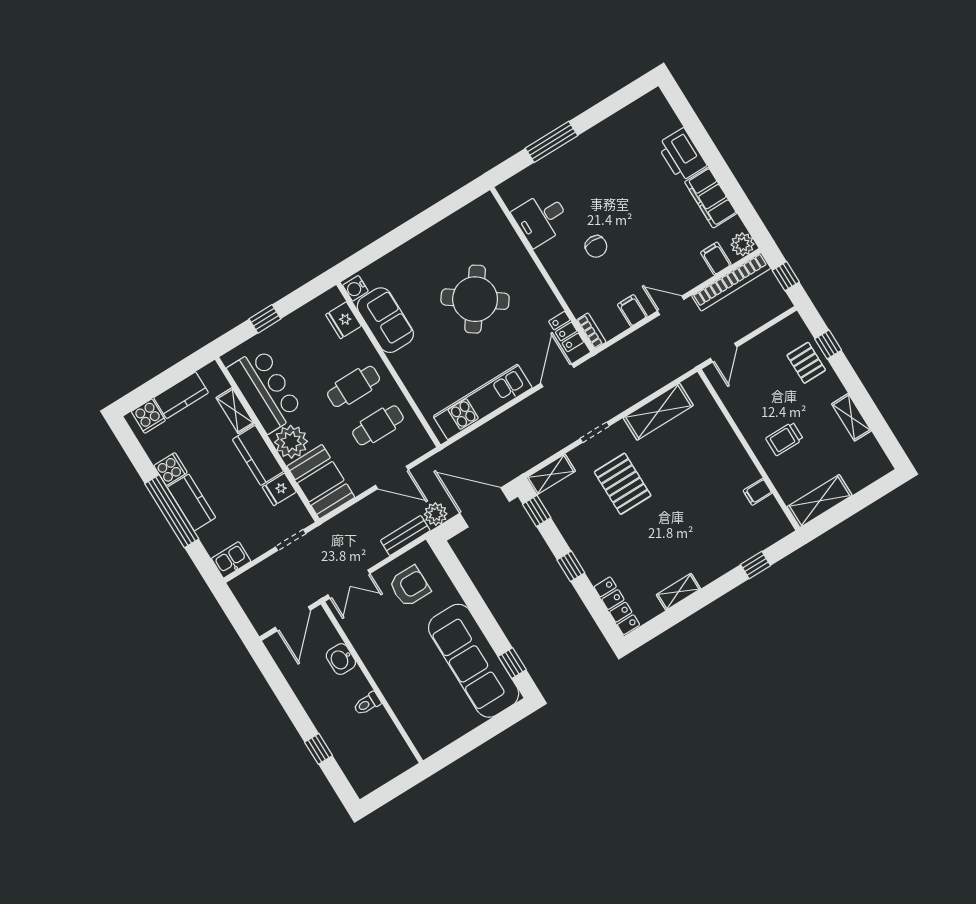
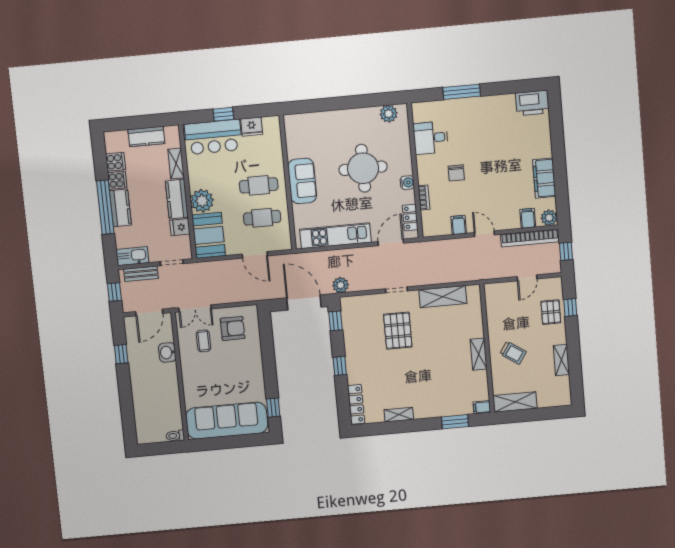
printer: (682, 155) -> (532, 103), moved, turned -90
plant: (473, 215) -> (389, 114), added
water cooler: (355, 288) -> (407, 183), moved, turned 180
round table: (475, 299) -> (363, 168), turned -36
fridge: (343, 320) -> (252, 127), moved, turned -90
sofa: (385, 320) -> (302, 181), moved
bookcase: (591, 331) -> (424, 198), moved
door: (724, 353) -> (527, 278), moved
bar counter: (265, 390) -> (213, 137), moved, turned 90
cooker: (148, 416) -> (115, 162), moved, turned -90
trolley: (784, 439) -> (513, 353), turned -146
shelving: (551, 474) -> (479, 354), moved, turned 90
filing cabinet: (758, 492) -> (482, 407), moved
plant: (436, 514) -> (341, 285), moved
bench: (405, 535) -> (141, 274), moved
kitchen sink: (231, 560) -> (132, 256), width x1.38
window: (755, 565) -> (455, 422), width x1.50
window: (236, 614) -> (114, 292), added
coffee table: (380, 621) -> (203, 341), added
sofa: (474, 661) -> (227, 421), moved, turned 90
toilet: (367, 704) -> (175, 436), moved
window: (319, 749) -> (121, 354), moved

